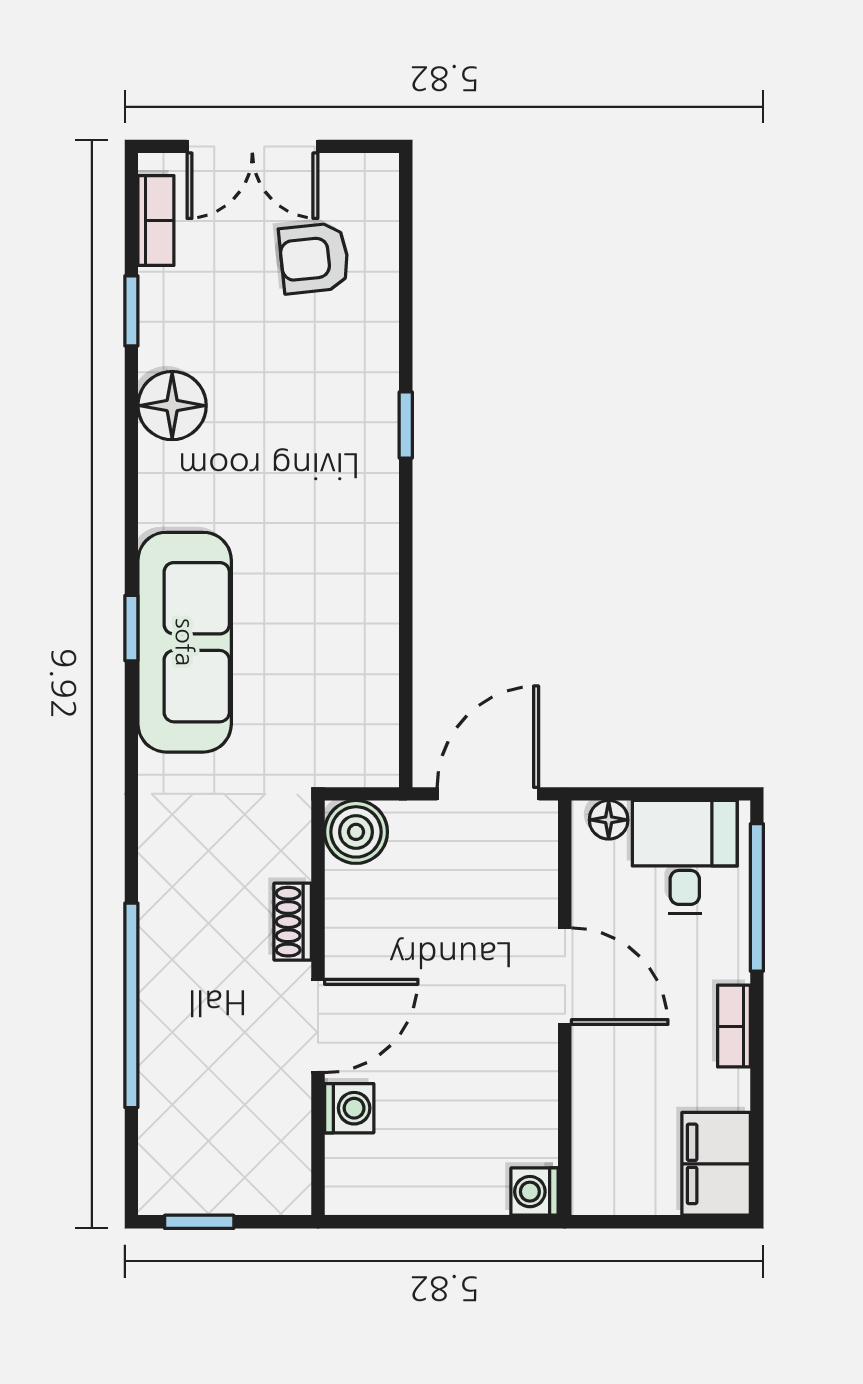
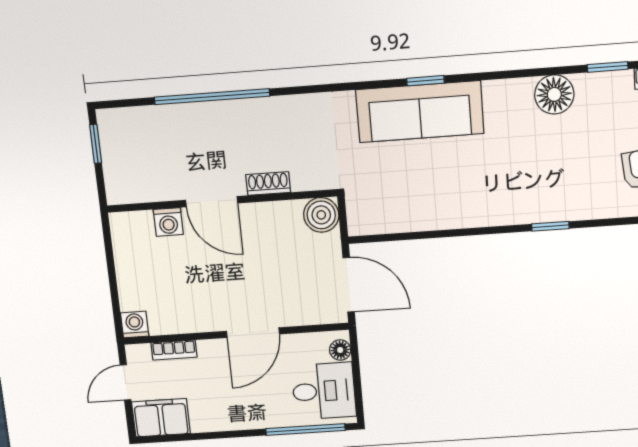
bookcase: (734, 1026) -> (174, 350), moved, turned 180
door: (644, 1222) -> (125, 382), added

